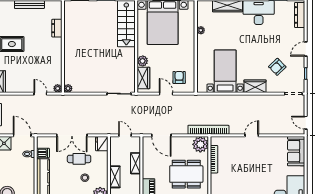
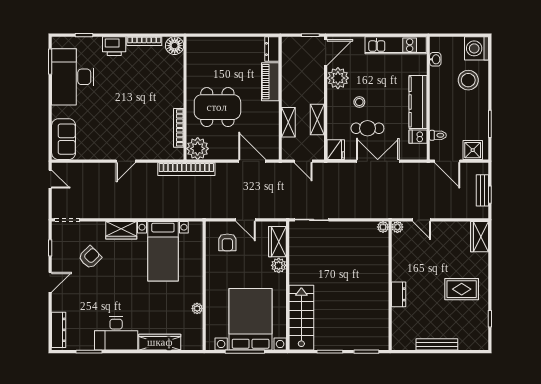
dresser: (57, 28) -> (399, 294), moved
shelving: (115, 177) -> (317, 119), moved

